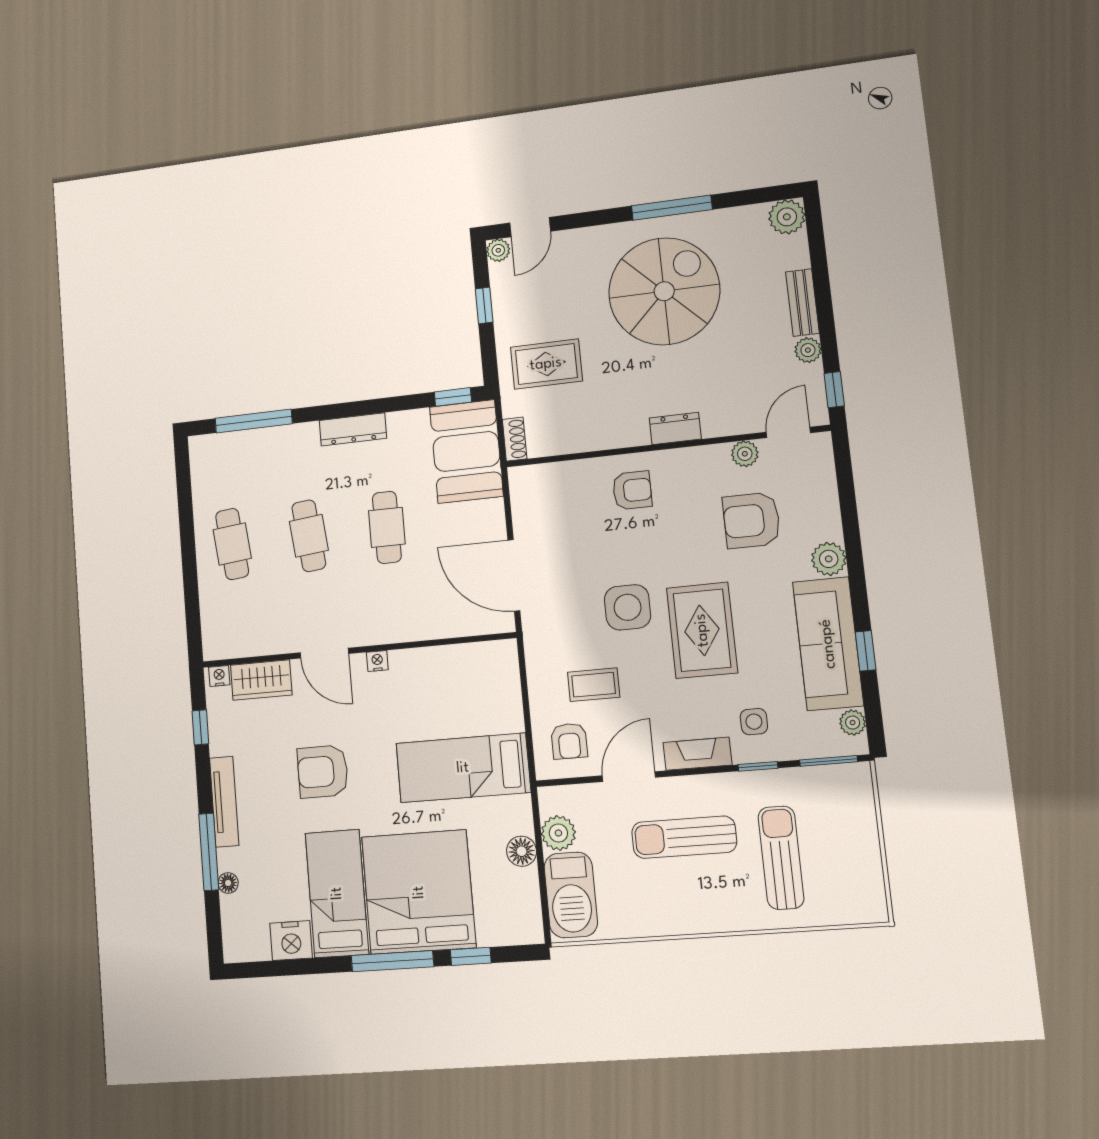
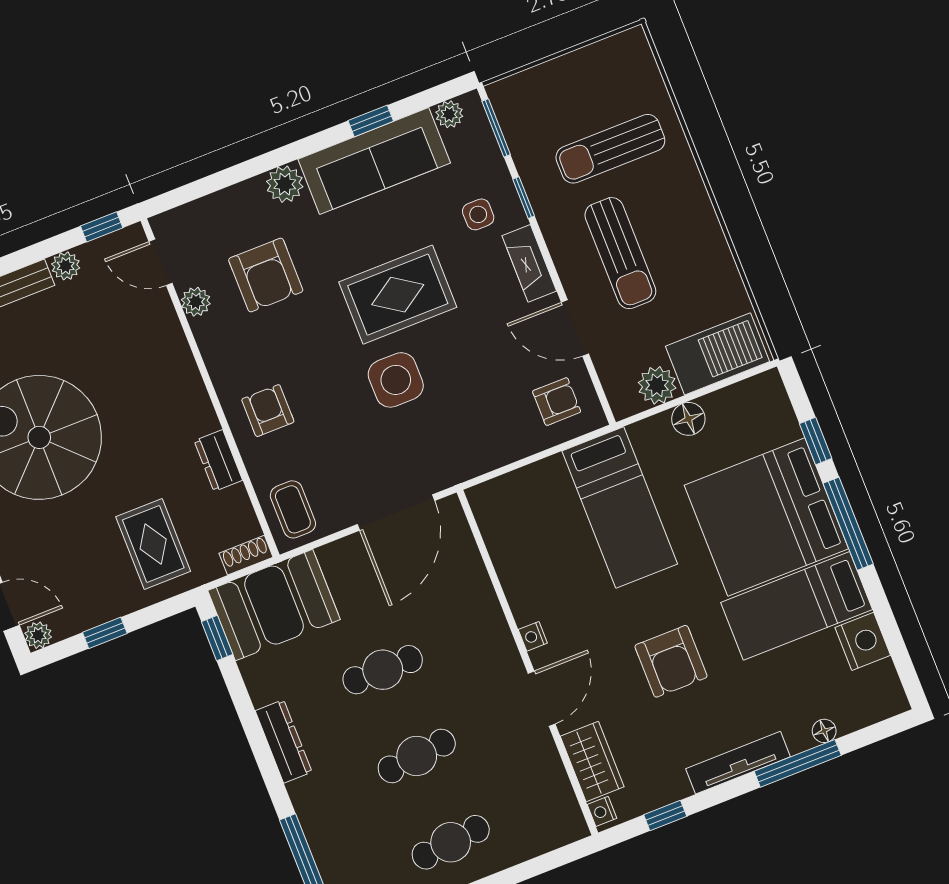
dresser: (675, 429) -> (218, 461), moved
coffee table: (594, 685) -> (293, 509), moved

